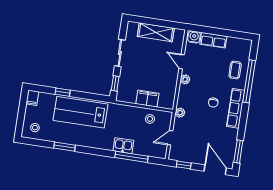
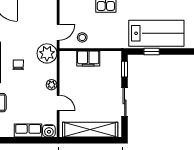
shelving: (156, 32) -> (90, 130), width x1.47
window: (63, 92) -> (152, 51), moved
plant: (180, 113) -> (47, 53), width x1.87, depth x1.87
door: (170, 138) -> (58, 32), moved

